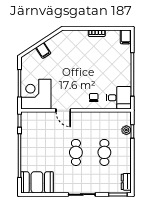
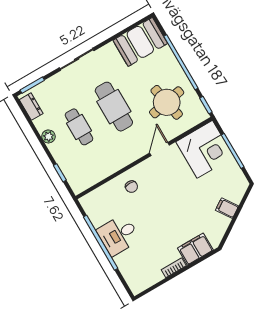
filing cabinet: (126, 37) -> (195, 249), moved, width x2.00
desk: (119, 98) -> (118, 235), moved
door: (63, 110) -> (159, 149), hinge flipped
plant: (126, 130) -> (48, 136), moved
round table: (42, 136) -> (167, 102), added
cafe table: (76, 152) -> (114, 107), width x1.37, depth x1.35

